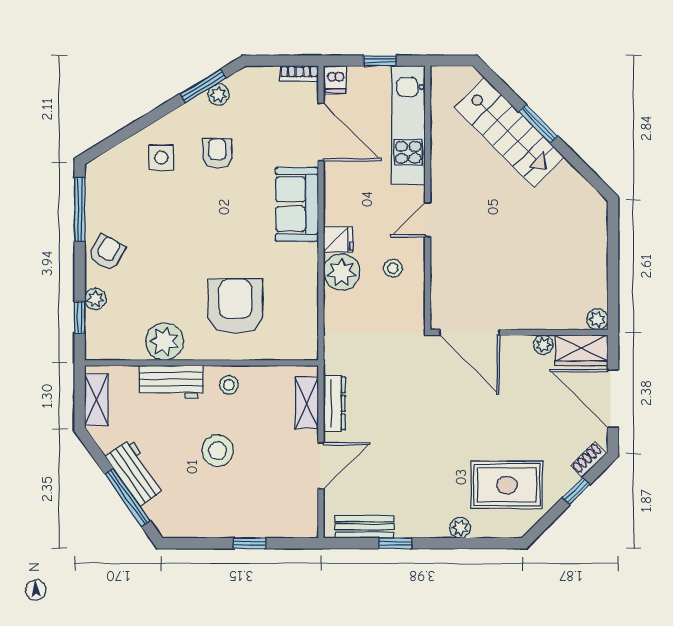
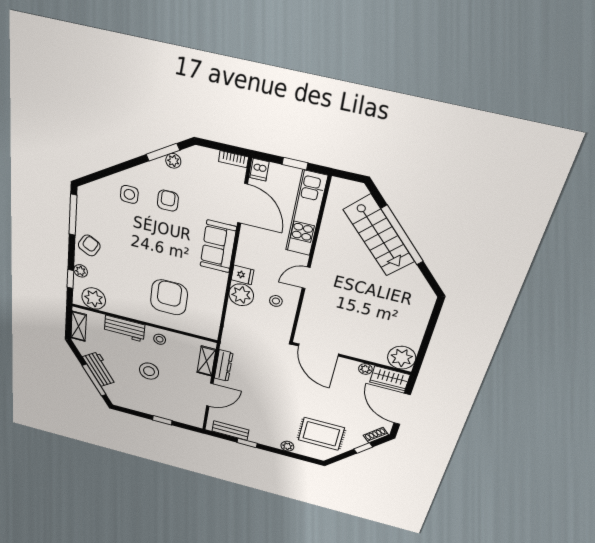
window: (538, 124) -> (402, 235), width x2.11
plant: (597, 319) -> (402, 358), width x1.87, depth x1.87
plant: (164, 341) -> (94, 299), moved

